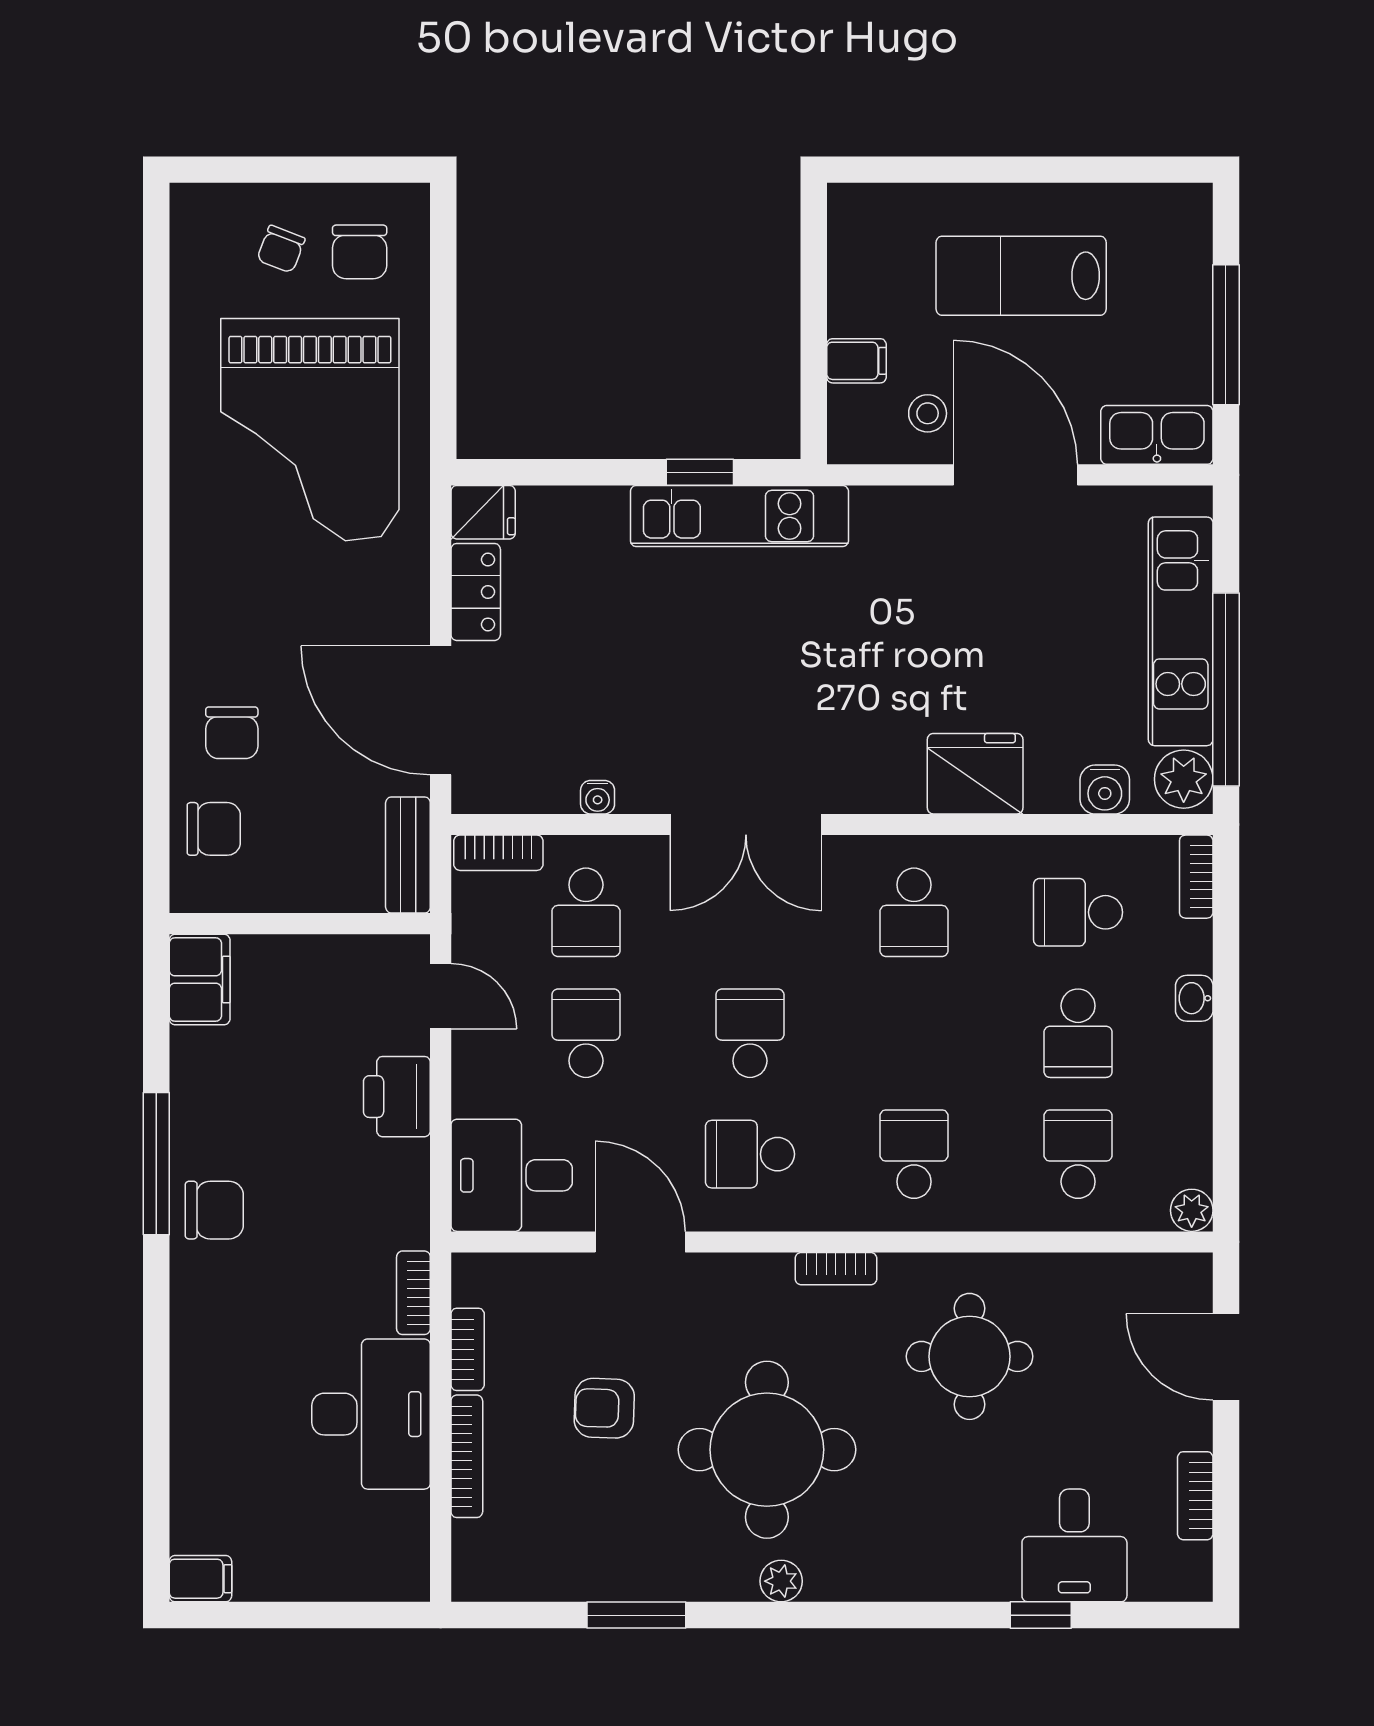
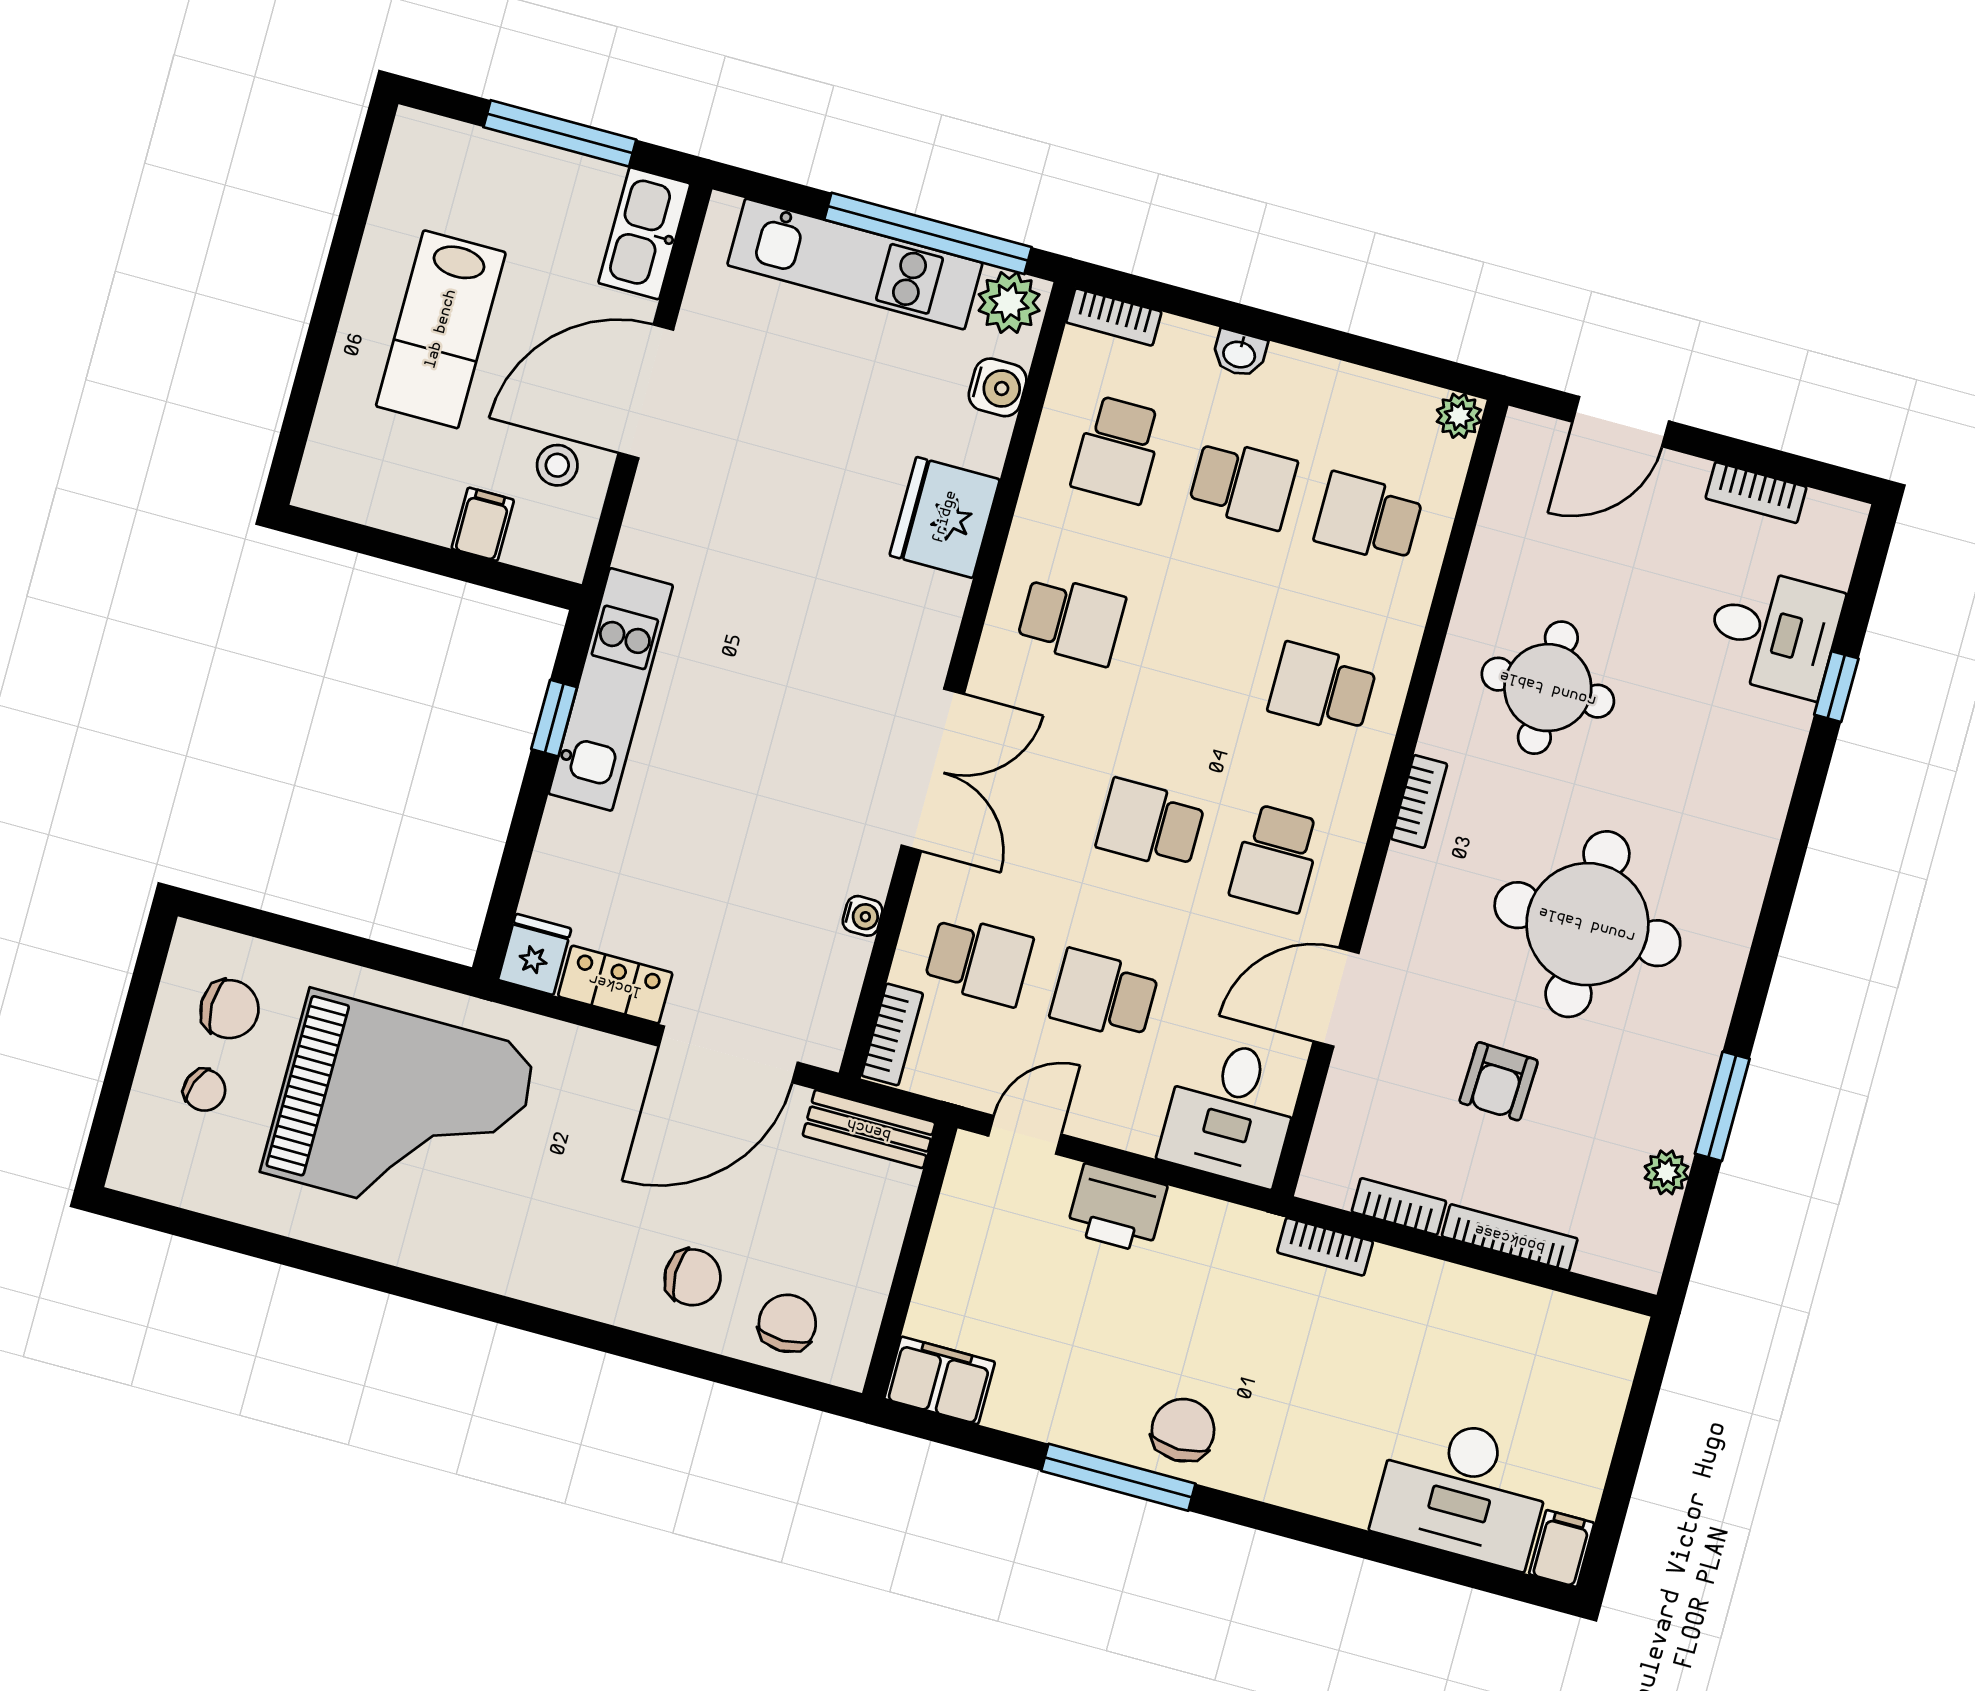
desk: (371, 1414) -> (1463, 1490), moved, turned 180
plant: (781, 1581) -> (1666, 1172), moved

